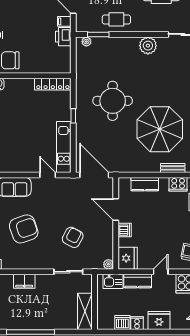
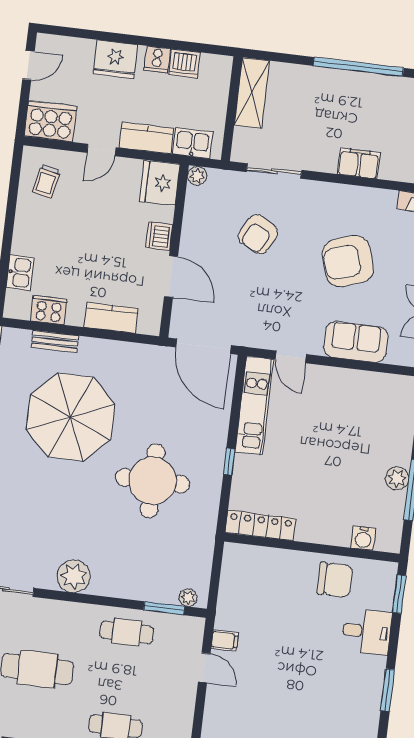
printer: (63, 37) -> (230, 612), removed

